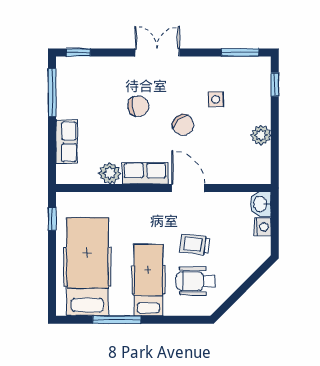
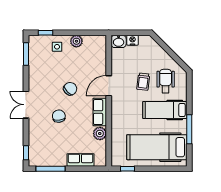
side table: (216, 99) -> (57, 47), moved
wheelchair: (196, 281) -> (166, 81), turned 180

